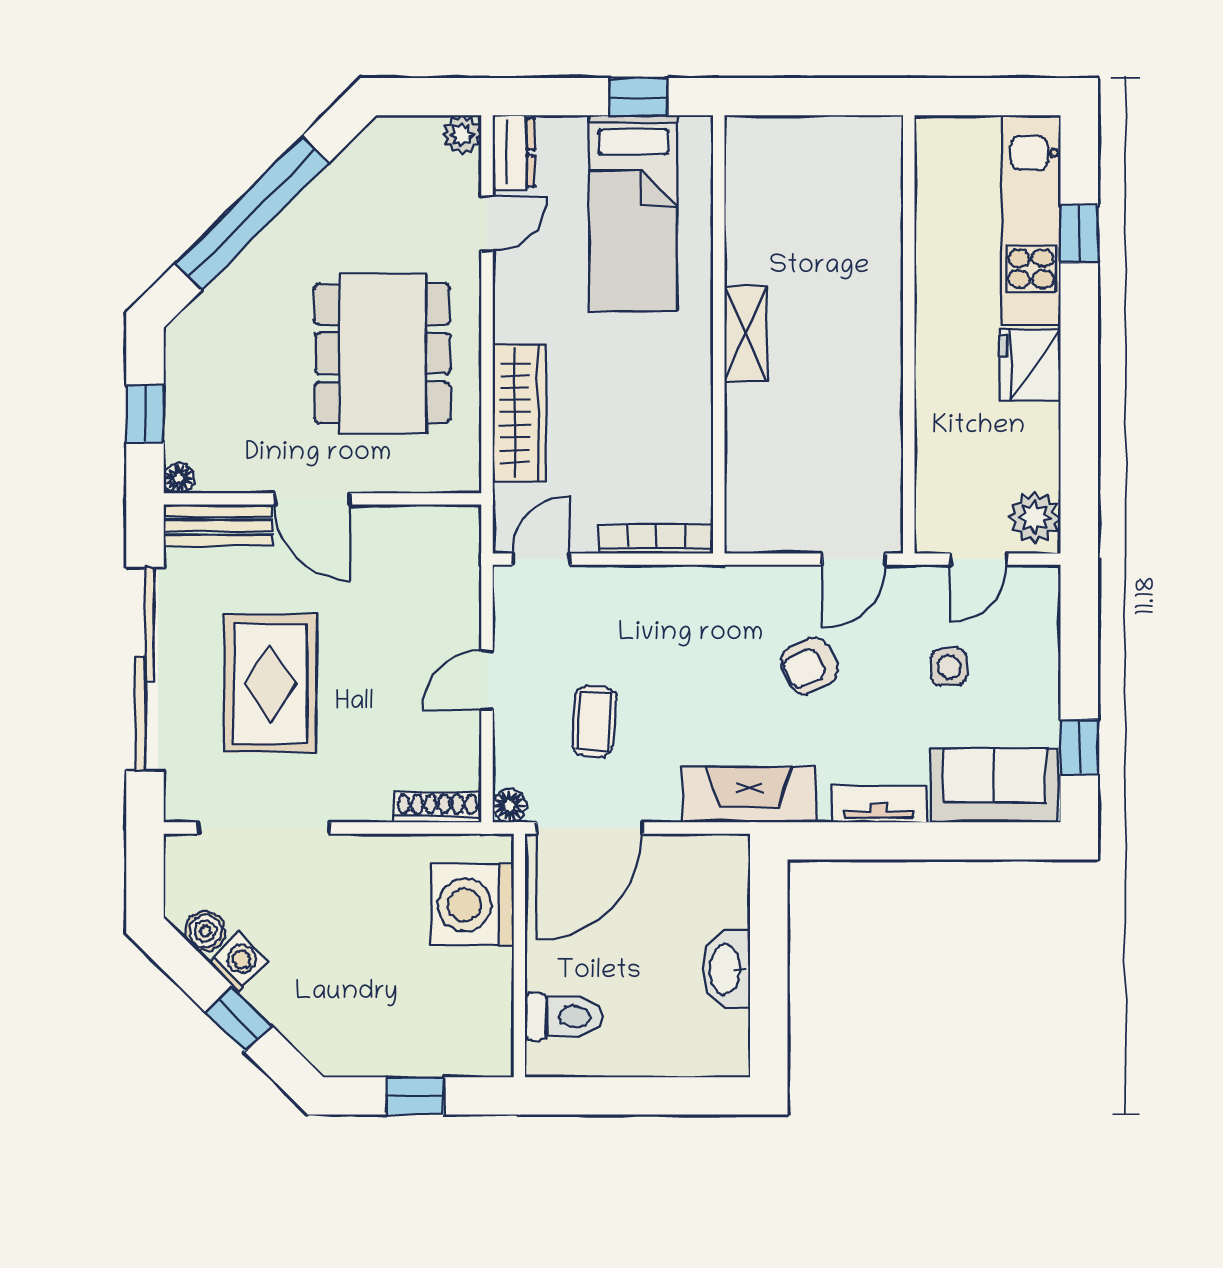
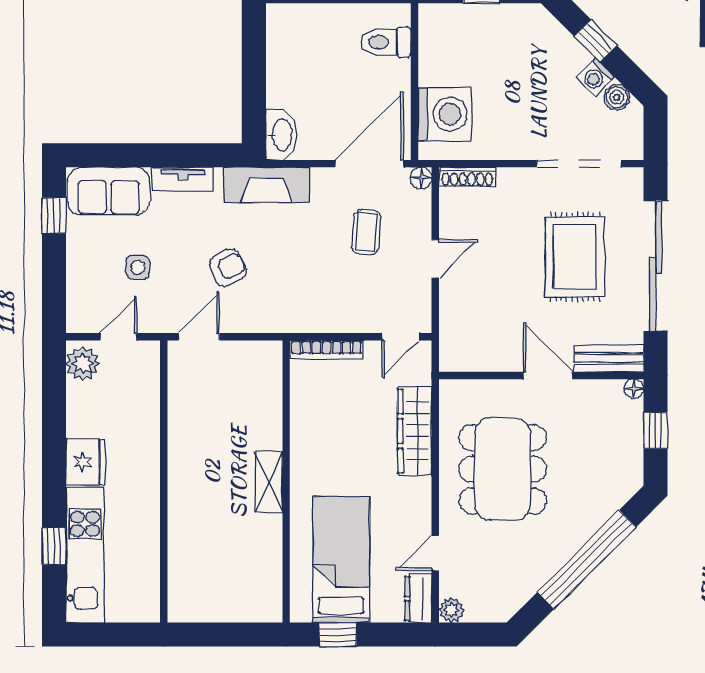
washbasin: (726, 969) -> (281, 135), moved

